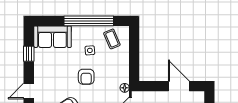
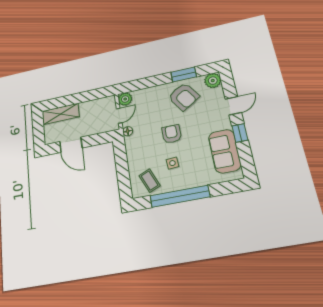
sofa: (52, 37) -> (225, 151), moved, turned -90
window: (29, 54) -> (240, 133), moved

